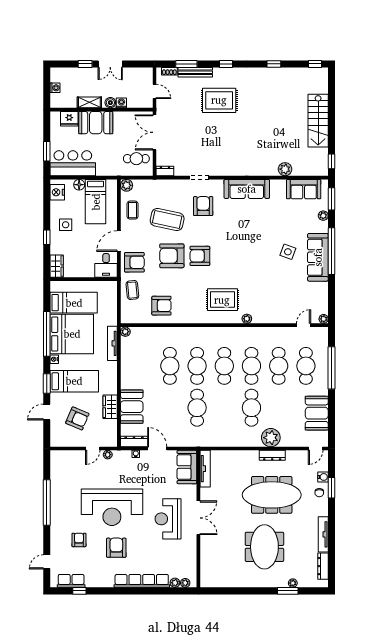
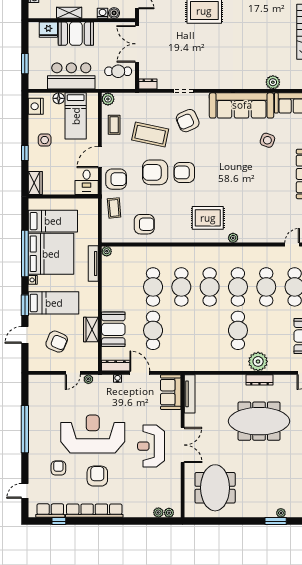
boiler: (110, 103) -> (114, 13), moved
bar counter: (73, 163) -> (71, 76), moved
sofa: (247, 189) -> (242, 105), width x1.36, depth x1.27
armchair: (203, 206) -> (188, 121), turned -114
side table: (288, 252) -> (267, 140), moved
cafe table: (197, 408) -> (153, 330), moved
reception desk: (112, 507) -> (93, 434), turned 180
meeting table: (264, 547) -> (215, 488), moved
row of seats: (142, 581) -> (94, 511), moved

